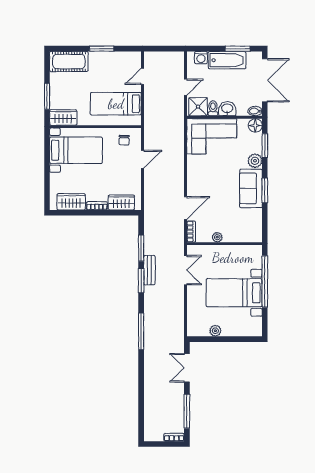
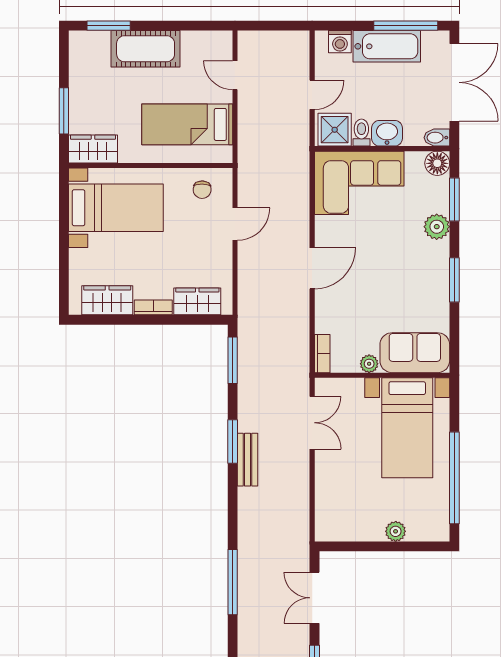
window: (102, 49) -> (109, 26), moved
window: (238, 49) -> (406, 26), width x1.44
cot: (69, 62) -> (146, 49), moved
door: (142, 76) -> (235, 75), hinge flipped
sofa: (251, 188) -> (415, 353), moved, turned 90
door: (185, 208) -> (312, 268), moved
window: (141, 248) -> (233, 360), moved
bench: (149, 270) -> (248, 460), moved
window: (265, 282) -> (454, 478), moved
bed with nightstands: (234, 293) -> (407, 428), moved, turned -90
window: (141, 331) -> (233, 582), moved
plant: (215, 331) -> (396, 531), moved

